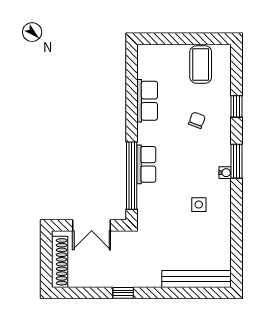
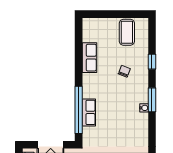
row of seats: (146, 164) -> (89, 112), moved
side table: (199, 205) -> (126, 130), removed

